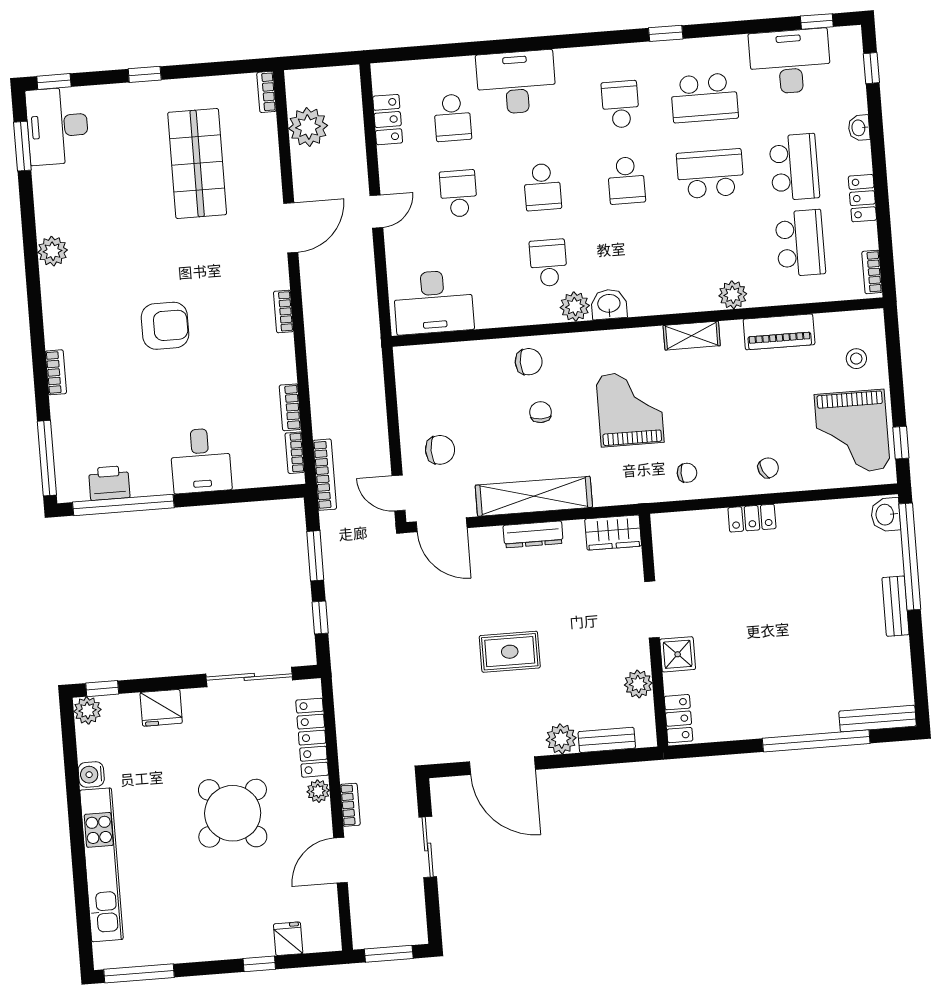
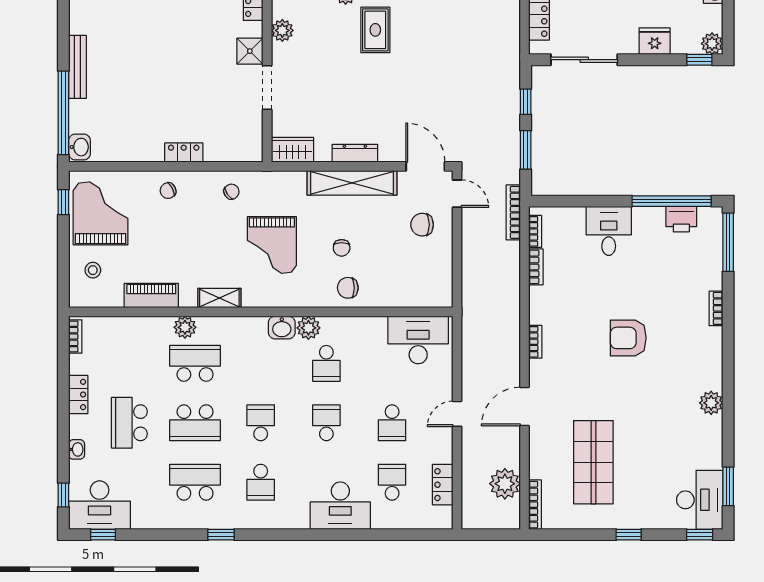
desk: (790, 62) -> (100, 505), moved
bookcase: (266, 92) -> (535, 505), width x1.56
school desk: (800, 243) -> (195, 363), moved, turned 90
chair: (687, 473) -> (231, 192), turned 147
bench: (896, 606) -> (77, 67), width x1.36
rug: (510, 652) -> (375, 30), moved, turned 90

